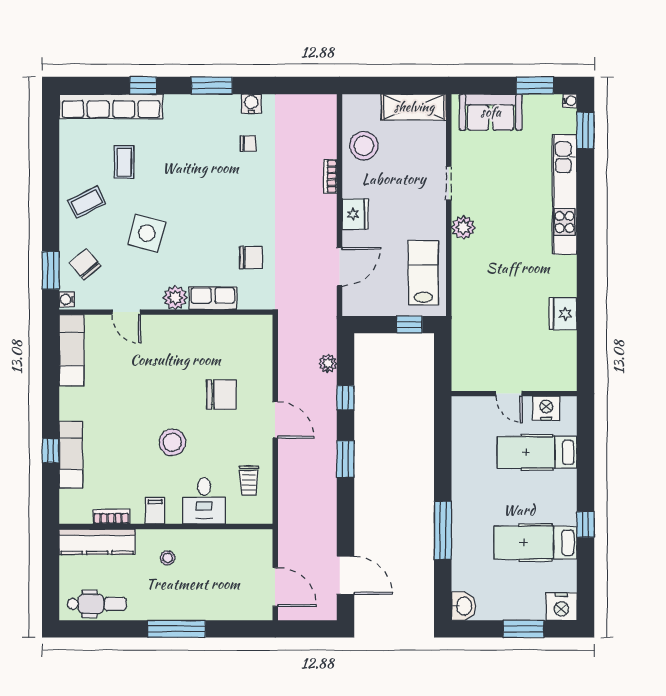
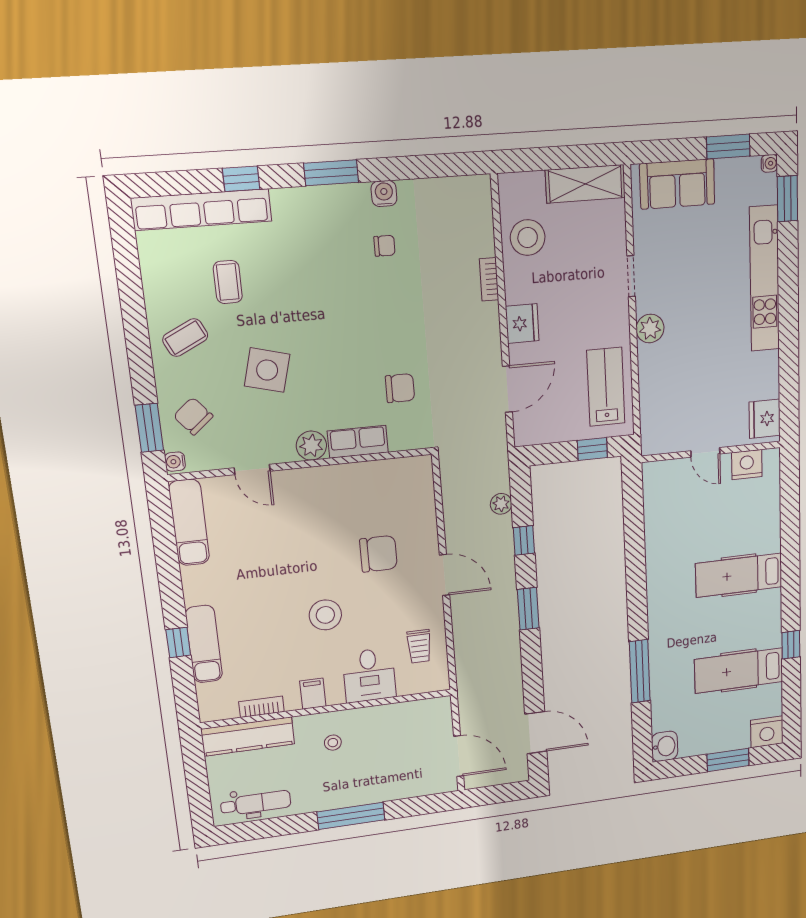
door: (509, 394) -> (705, 452), moved
wall: (514, 394) -> (711, 452), moved
nightstand: (546, 408) -> (747, 465), moved

